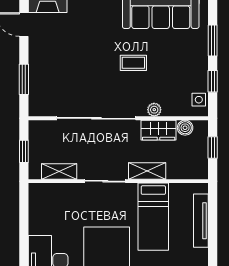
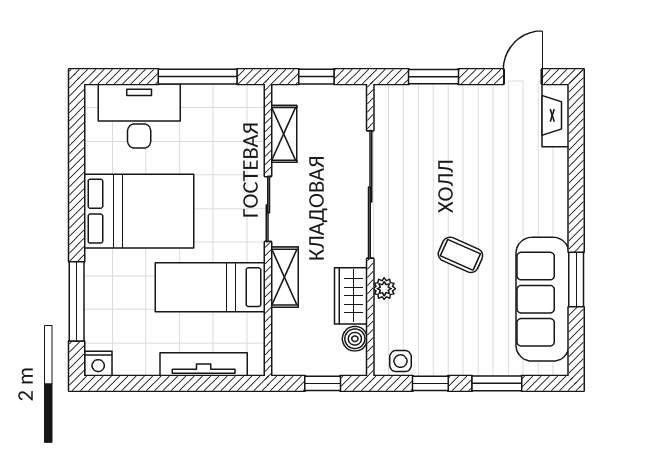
coffee table: (133, 63) -> (460, 255), turned -66
window: (24, 224) -> (198, 77), added

